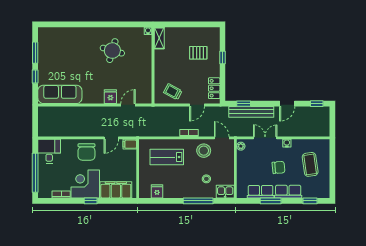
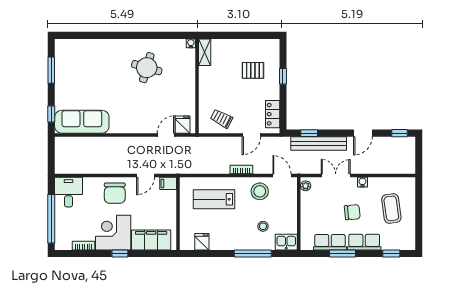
window: (35, 77) -> (51, 114), moved
fridge: (110, 97) -> (182, 125), moved

